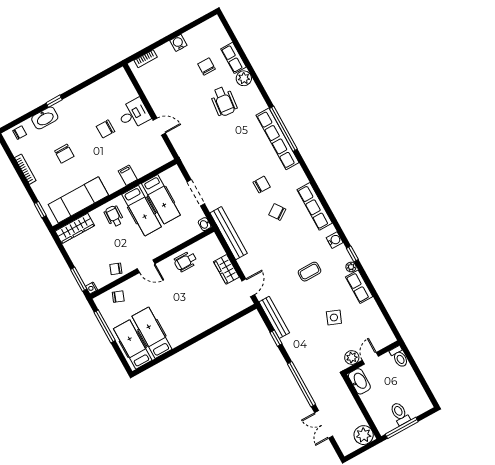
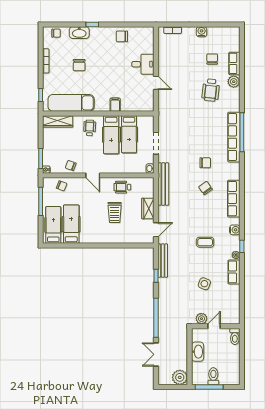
chair: (106, 129) -> (122, 36), moved
trolley: (192, 294) -> (115, 212), added
washbasin: (359, 381) -> (198, 352), moved

